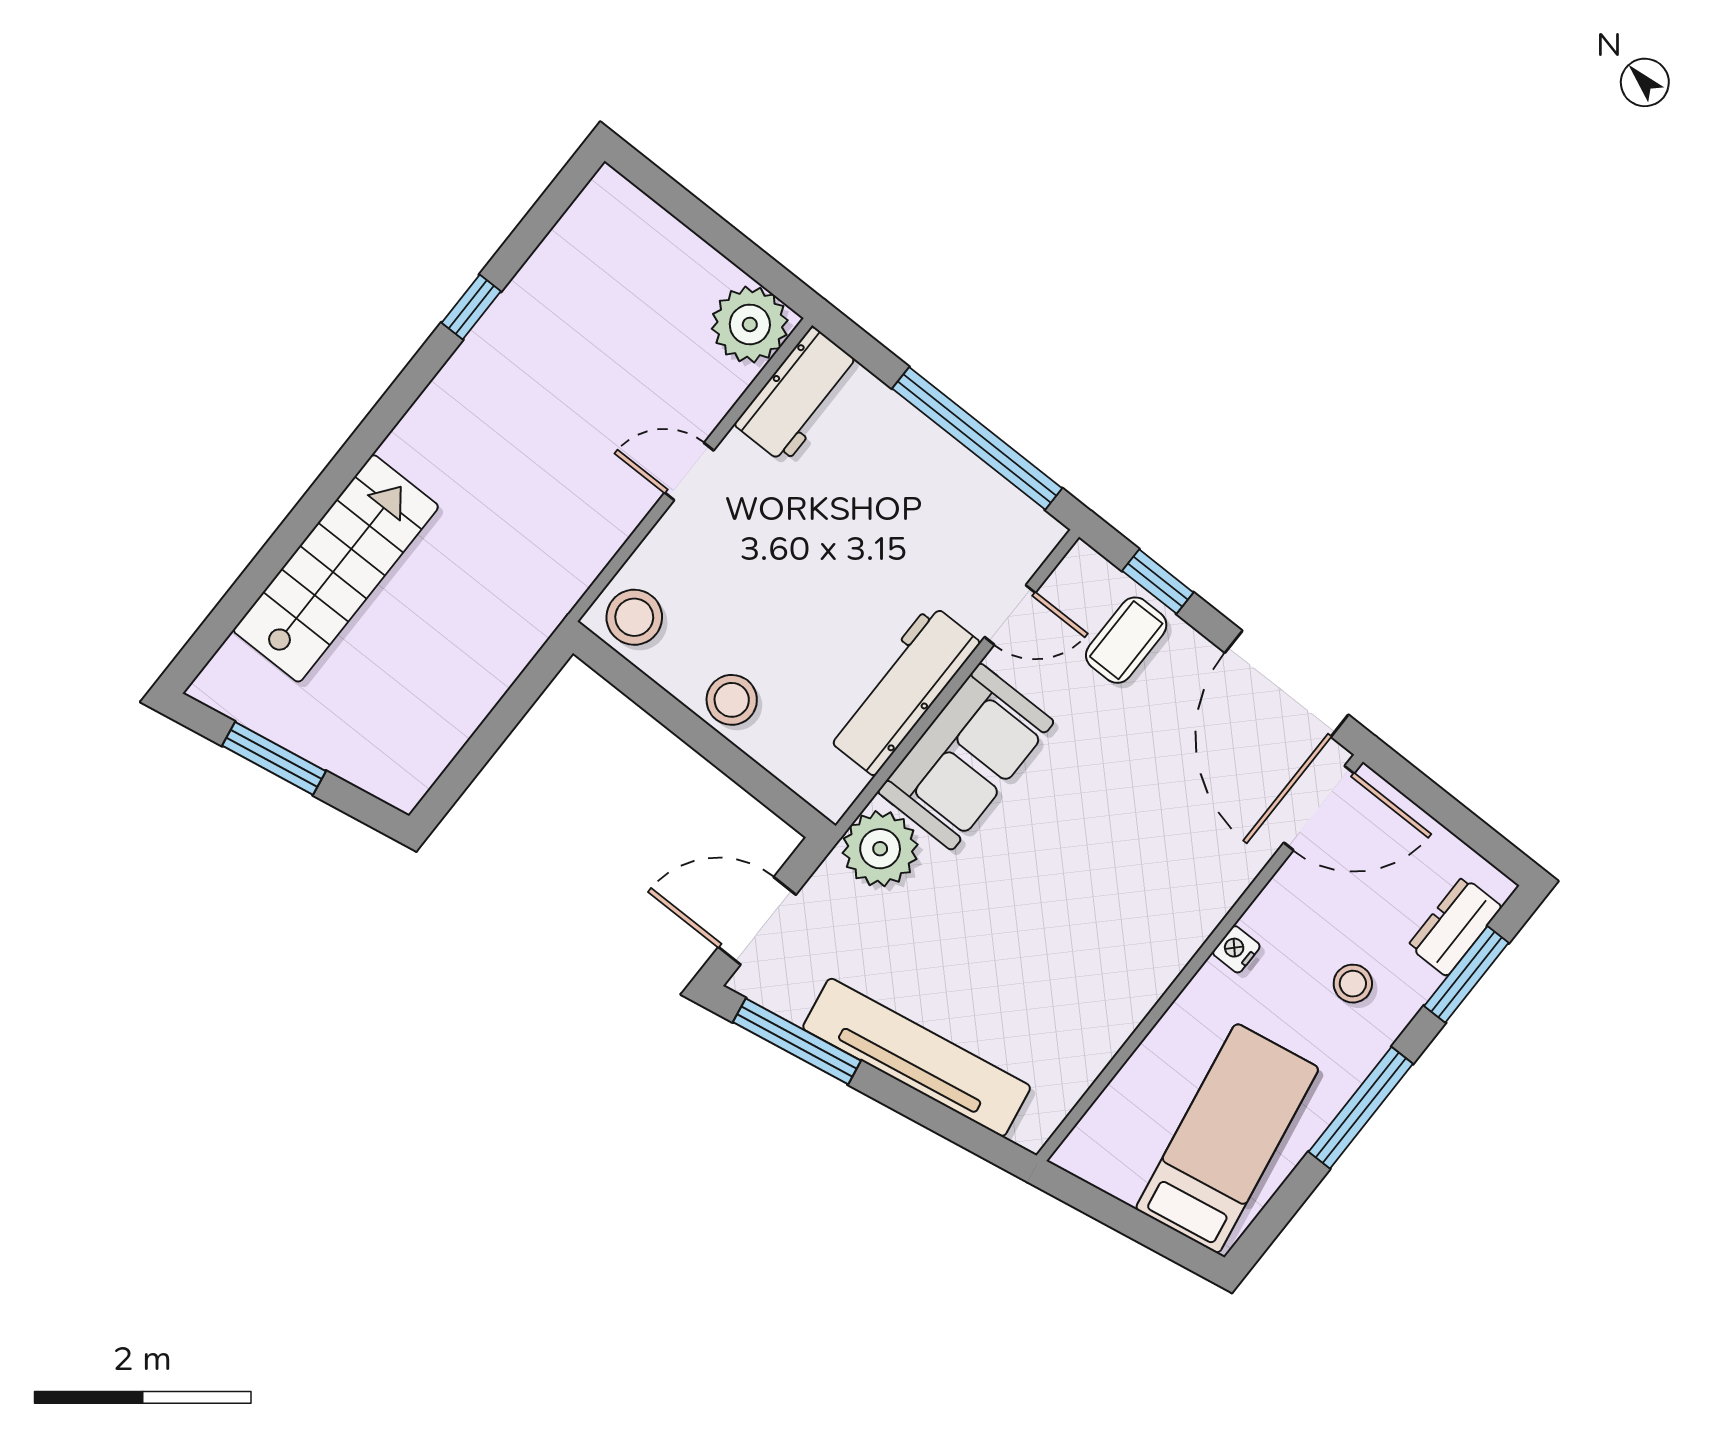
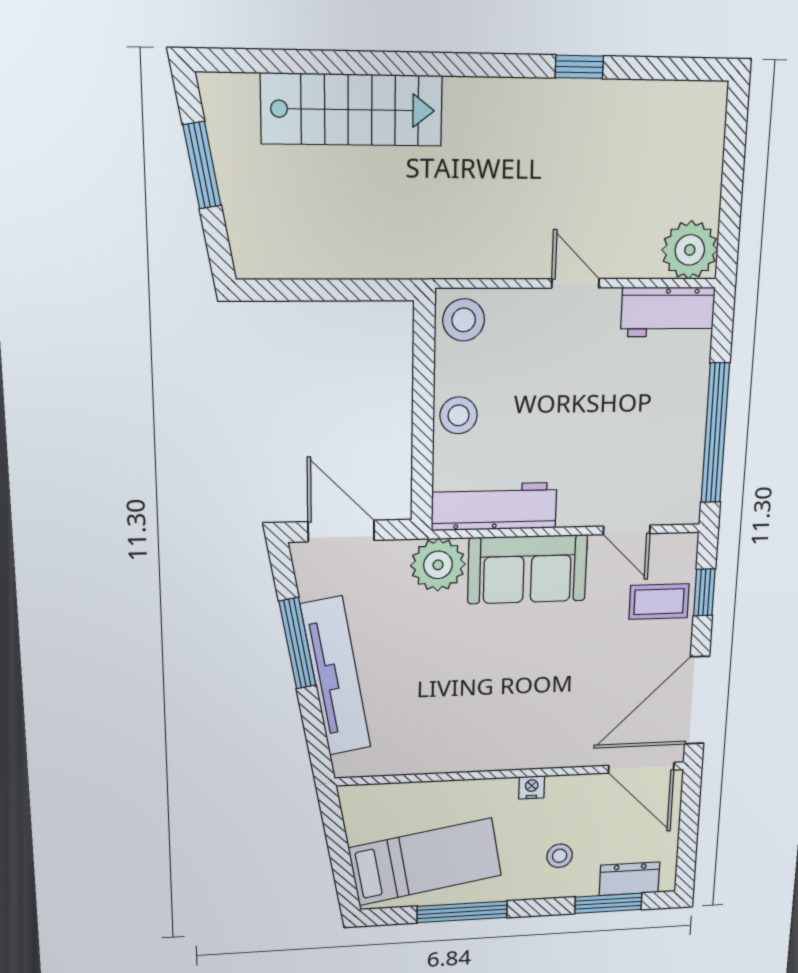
workbench: (902, 690) -> (494, 507), moved
window: (797, 1041) -> (297, 643), moved
window: (1361, 1108) -> (462, 912), moved

